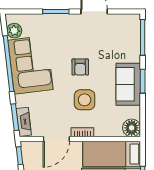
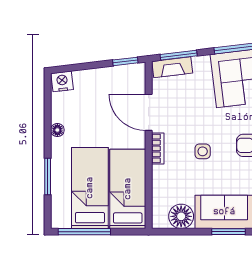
side table: (85, 100) -> (203, 151), width x0.54, depth x0.54
floor lamp: (132, 128) -> (181, 216), moved

